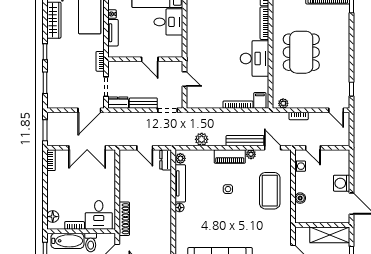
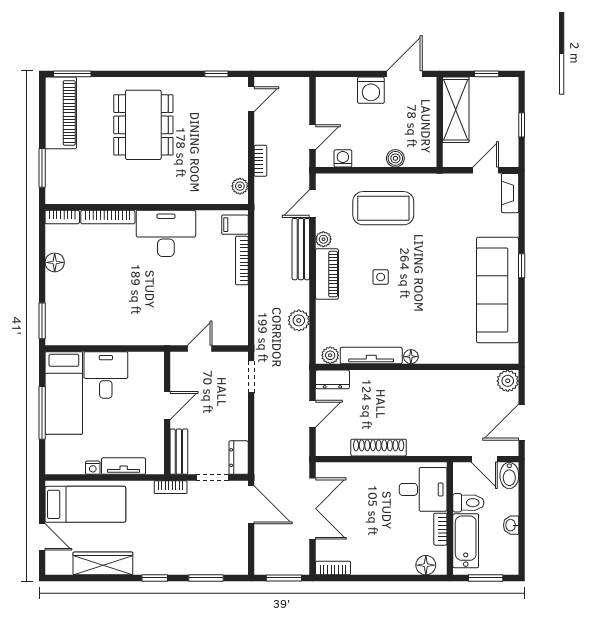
dining table: (301, 52) -> (143, 125), moved, turned 90
bench: (143, 103) -> (179, 452), moved
shoe rack: (124, 219) -> (379, 448), moved

